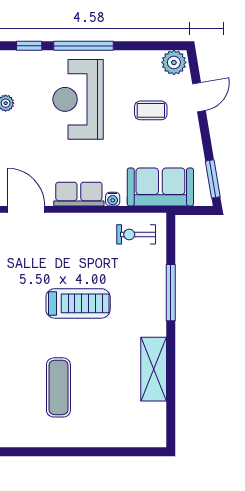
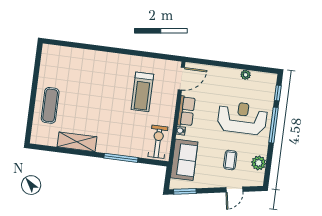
plant: (174, 62) -> (259, 163), moved
door: (199, 97) -> (234, 190), hinge flipped
exercise bike: (136, 234) -> (158, 142), width x1.38, depth x1.39
treadmill: (78, 303) -> (142, 92), moved
exercise mat: (58, 387) -> (50, 105), moved, turned 90

